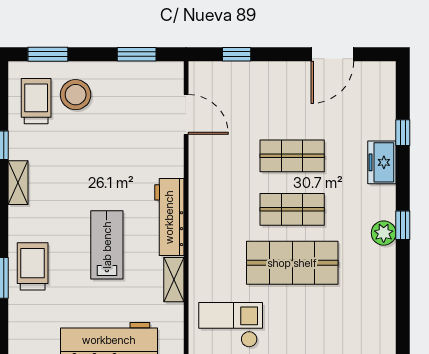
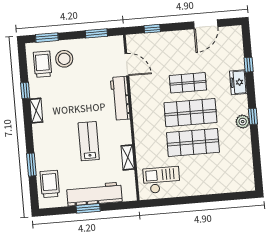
shop shelf: (292, 209) -> (190, 113), width x1.43, depth x1.36
workbench: (169, 217) -> (120, 98), moved
trolley: (33, 266) -> (50, 184), moved

